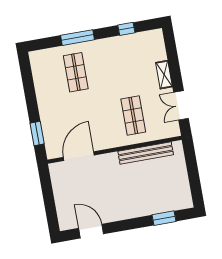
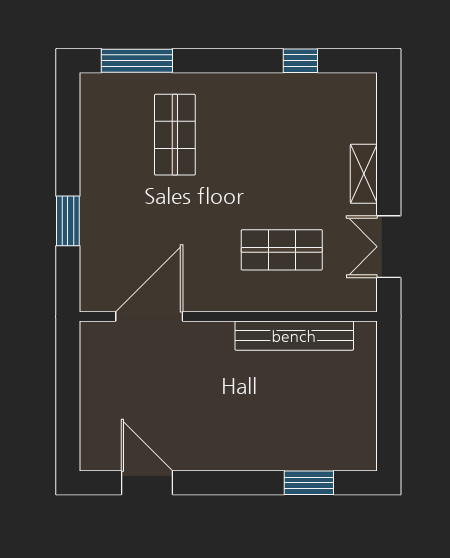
window: (78, 38) -> (137, 61), moved
shop shelf: (133, 115) -> (282, 250), turned 90
window: (37, 134) -> (68, 221), moved

